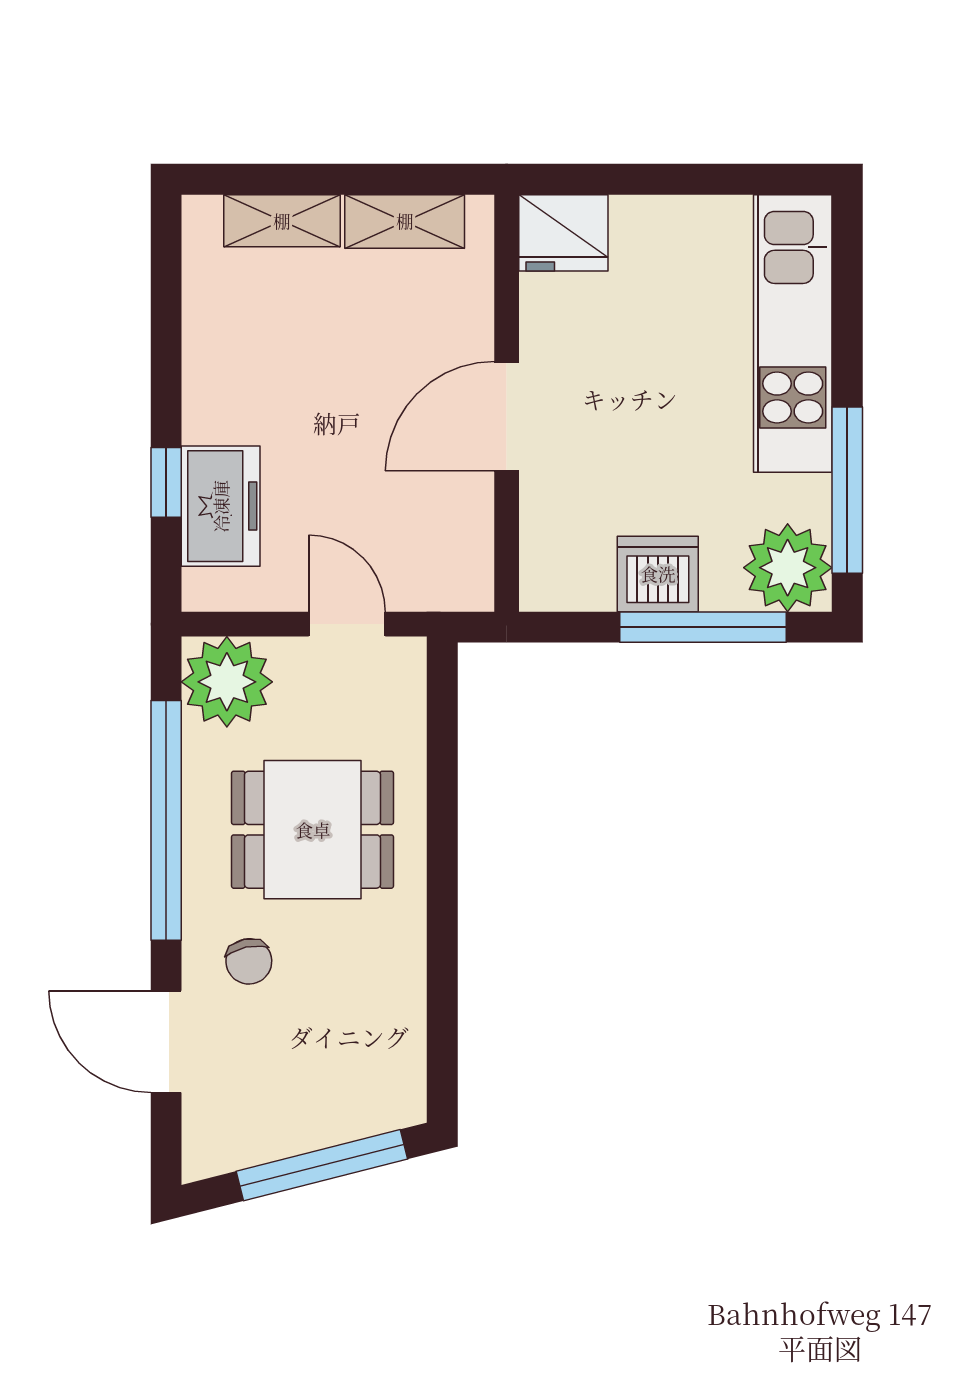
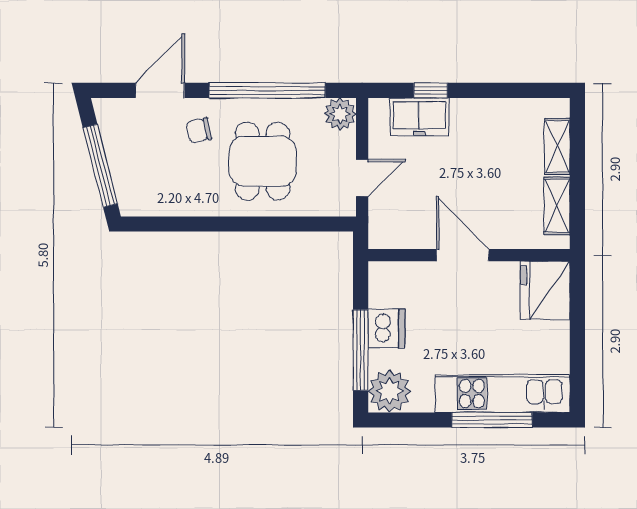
fridge: (563, 233) -> (545, 290), width x1.36, depth x1.34
window: (847, 490) -> (492, 420), moved
plant: (227, 682) -> (340, 114), width x0.73, depth x0.73

